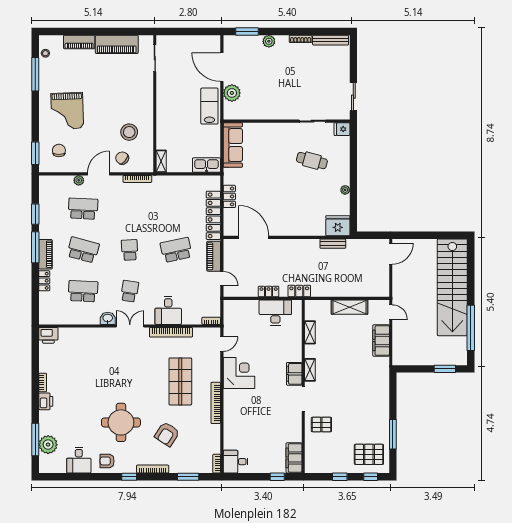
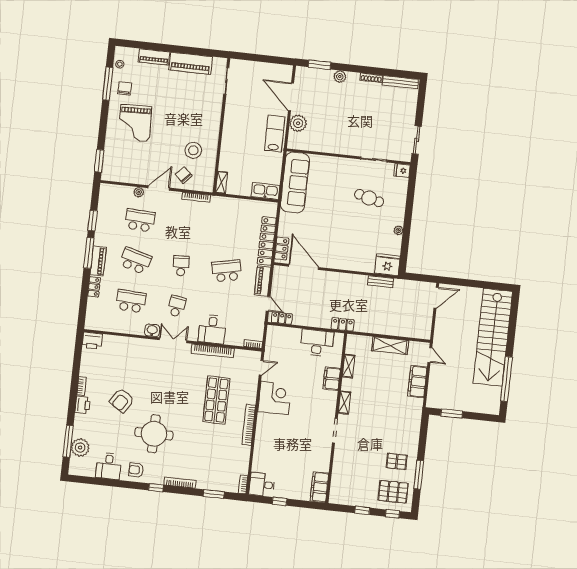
sofa: (233, 145) -> (295, 182), width x1.36, depth x1.27
chair: (59, 150) -> (125, 88), moved
locker: (229, 196) -> (282, 248), moved
locker: (269, 292) -> (282, 318), moved
window: (445, 369) -> (452, 414), moved
filing cabinet: (294, 374) -> (332, 379), moved
pallet: (321, 425) -> (397, 461), moved
armchair: (167, 434) -> (122, 401), moved
window: (277, 477) -> (280, 501), moved

